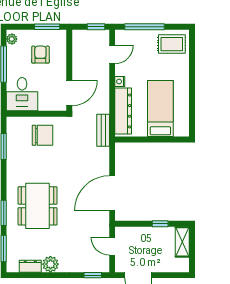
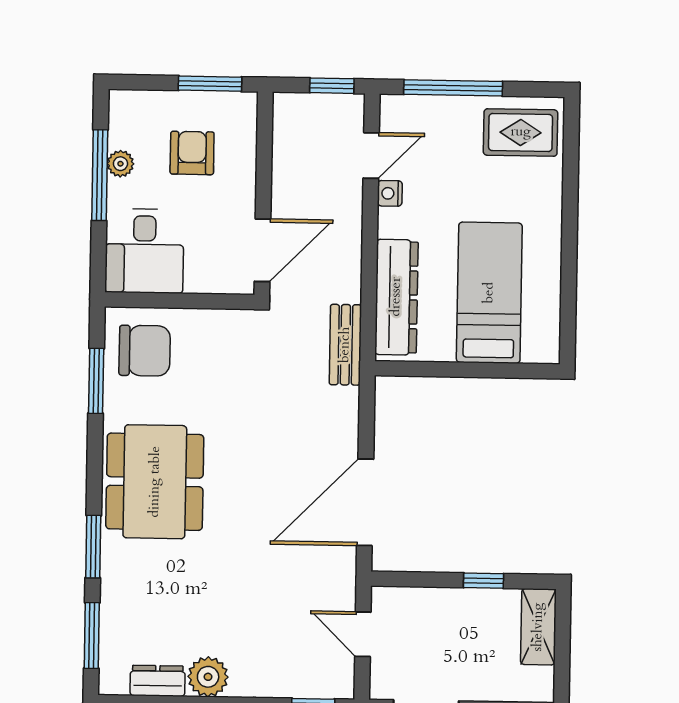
plant: (12, 39) -> (120, 164), moved
nightstand: (120, 81) -> (390, 193), moved
chair: (43, 135) -> (145, 351), moved
dining table: (38, 206) -> (155, 482), moved

